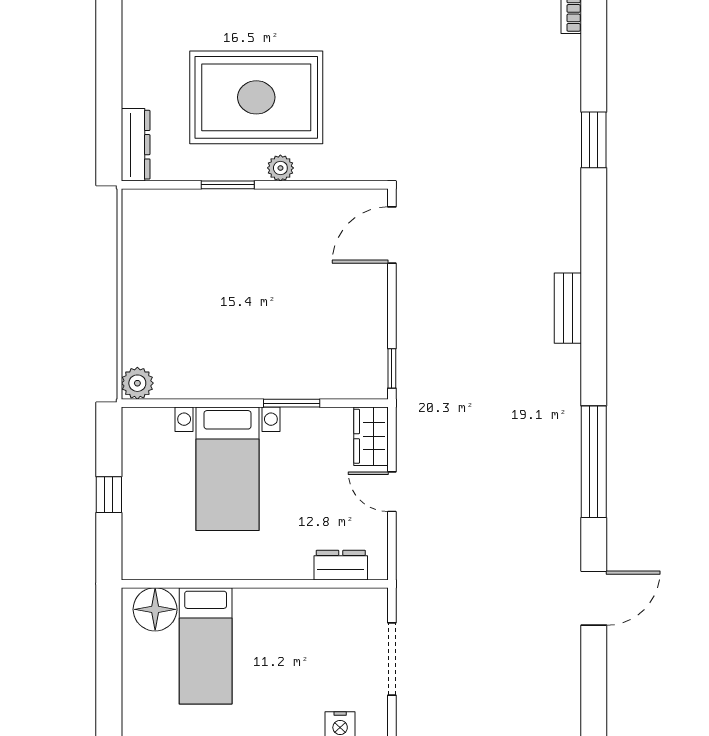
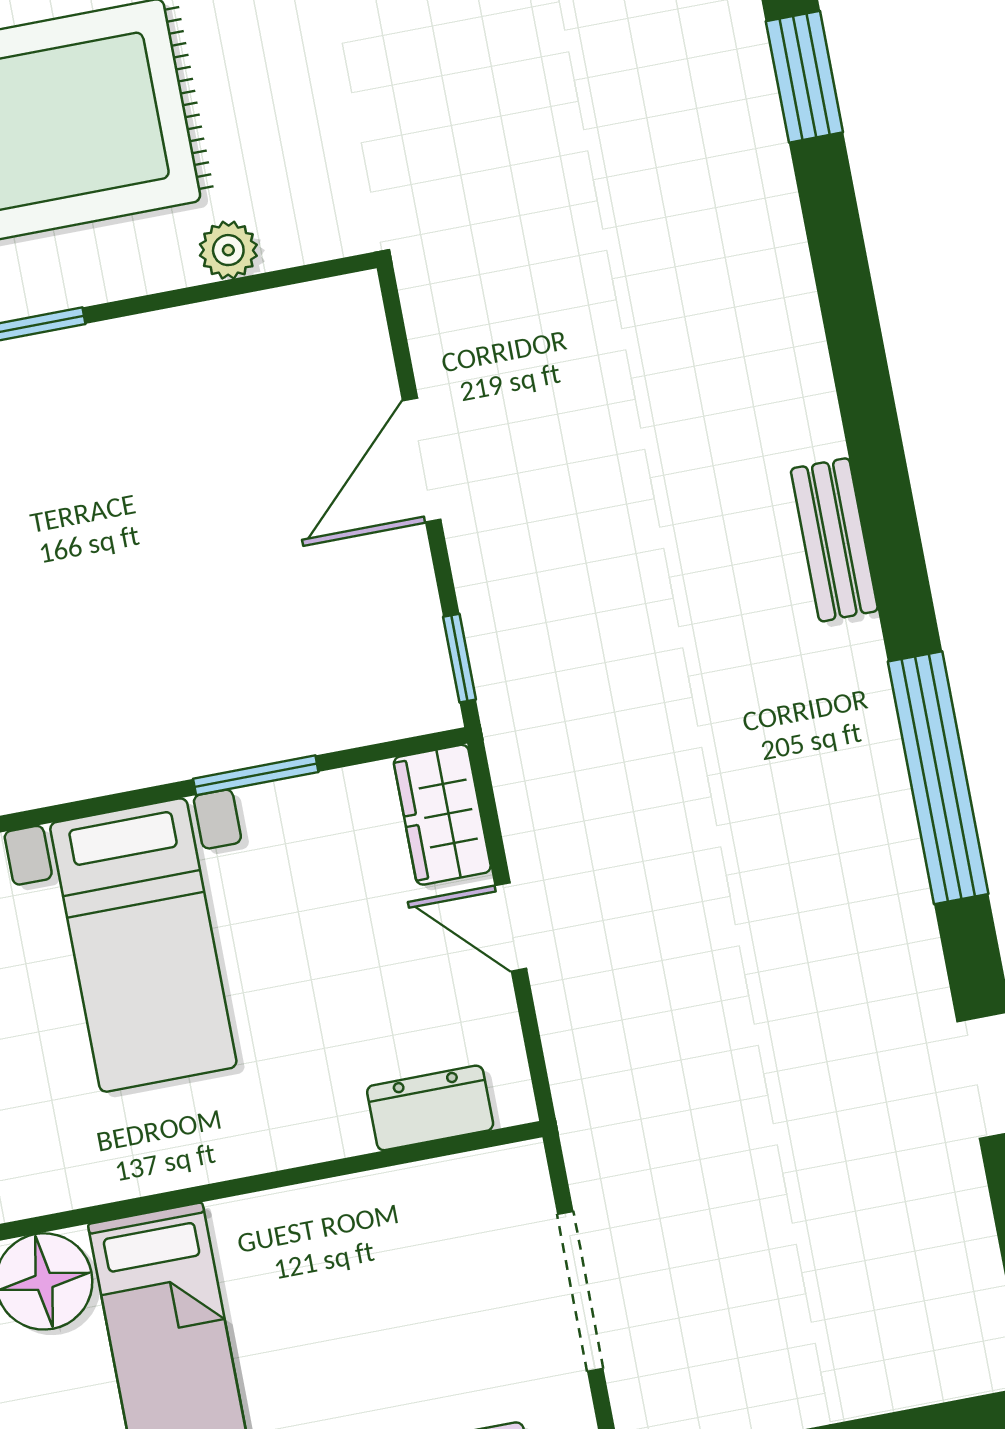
plant: (280, 168) -> (228, 250), moved
door: (392, 235) -> (422, 460), moved
bench: (568, 308) -> (834, 540), moved

